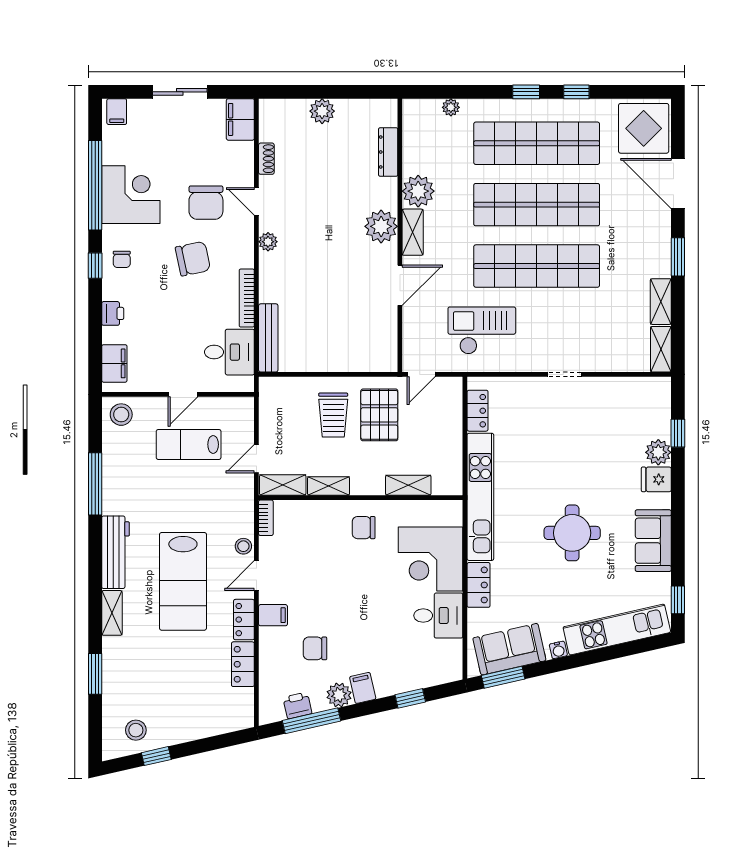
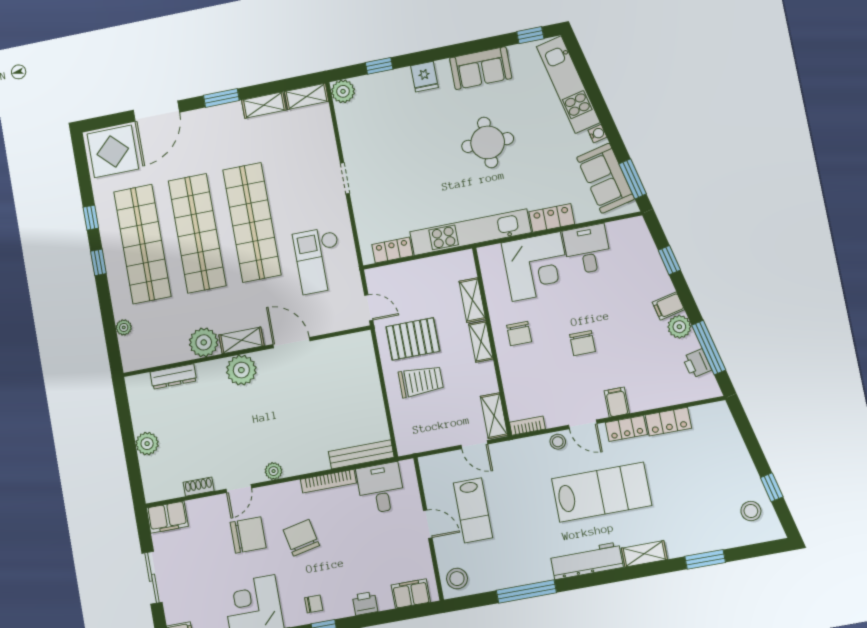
plant: (658, 452) -> (343, 91), moved
shelving: (329, 486) -> (481, 341), moved
chair: (315, 648) -> (583, 343), moved

